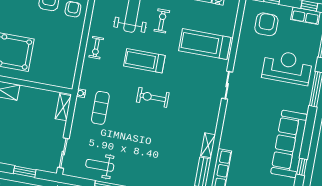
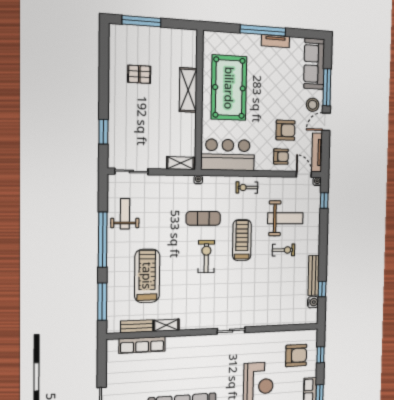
treadmill: (205, 44) -> (147, 276), moved
bar counter: (63, 61) -> (228, 155), added
exercise mat: (100, 108) -> (203, 218), moved

